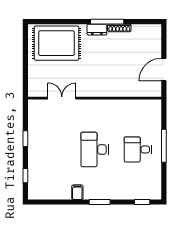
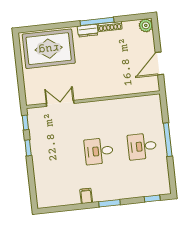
plant: (155, 31) -> (146, 25), added
desk: (95, 149) -> (99, 151), width x0.73
window: (25, 176) -> (25, 122), moved

